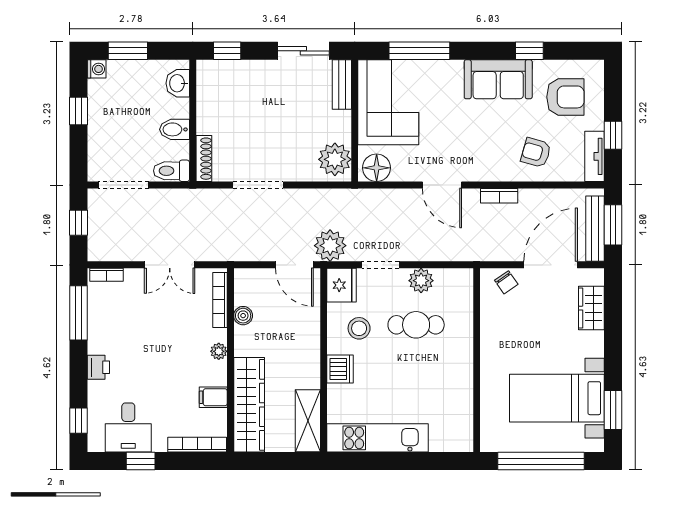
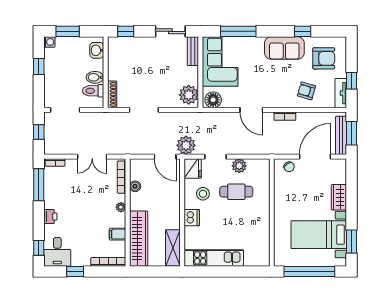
toilet: (171, 171) -> (93, 91), moved
wardrobe: (591, 308) -> (339, 197), moved
desk: (128, 428) -> (57, 252), moved

